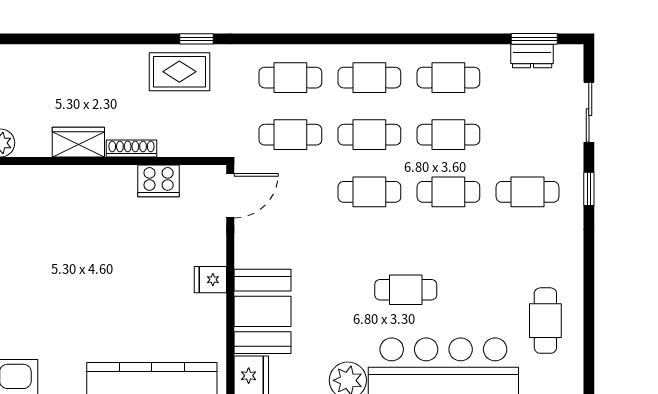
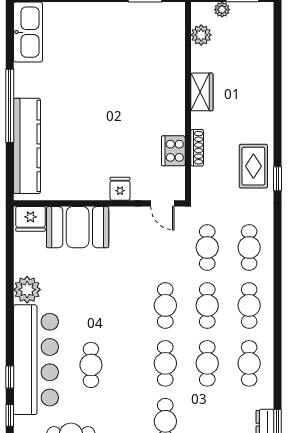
shoe rack: (131, 149) -> (197, 148), moved
door: (230, 196) -> (162, 203), width x0.73
fridge: (210, 280) -> (120, 189), moved
cafe table: (406, 290) -> (91, 365), moved

